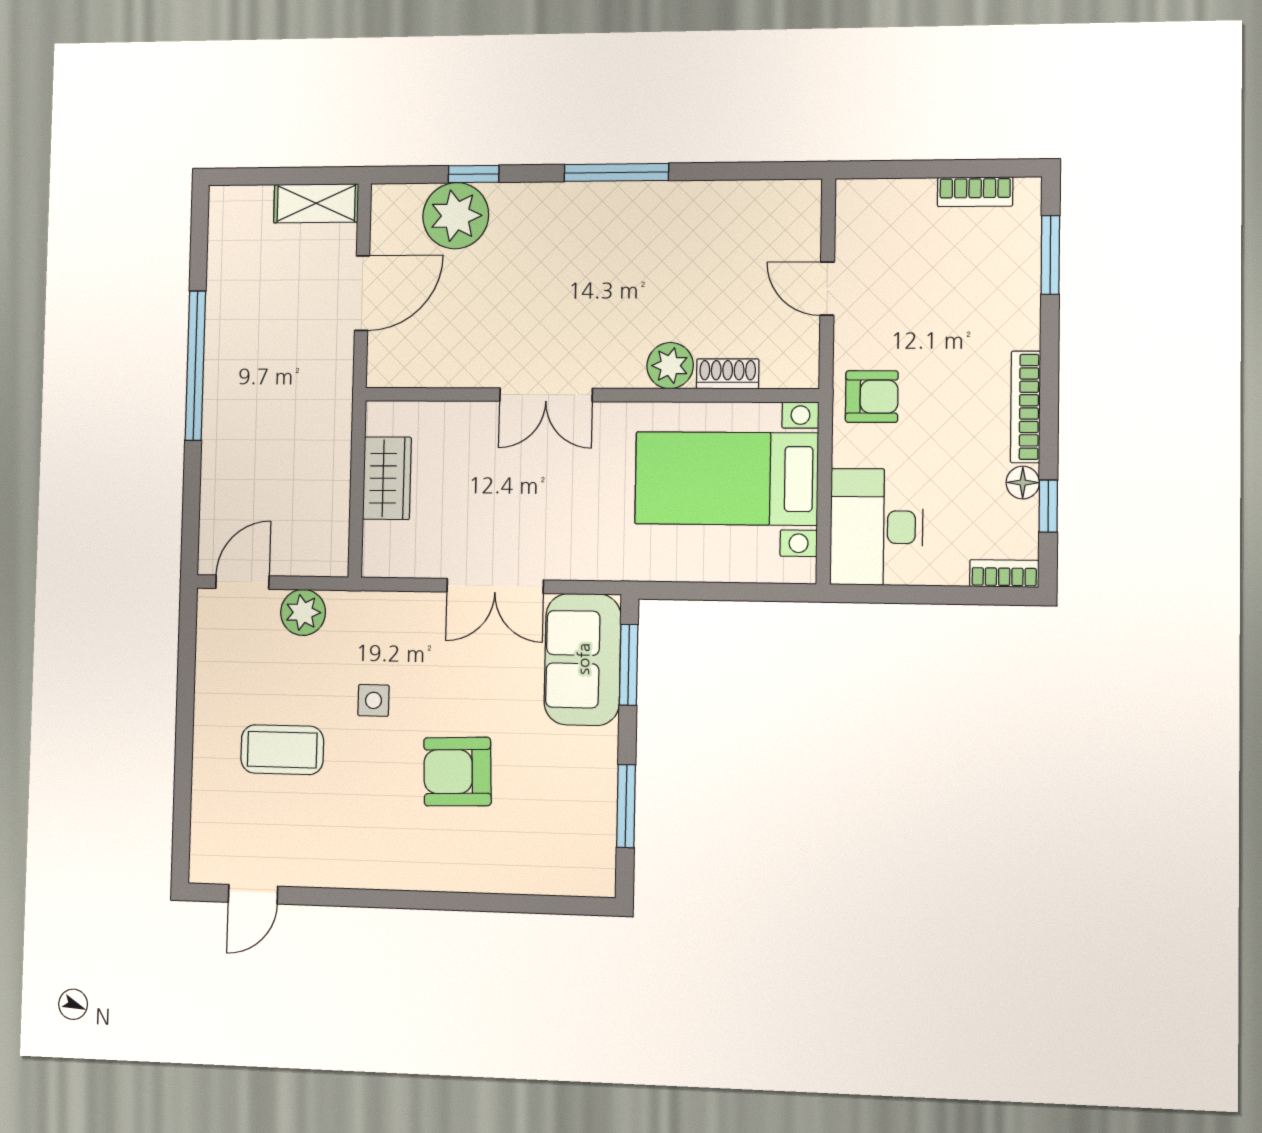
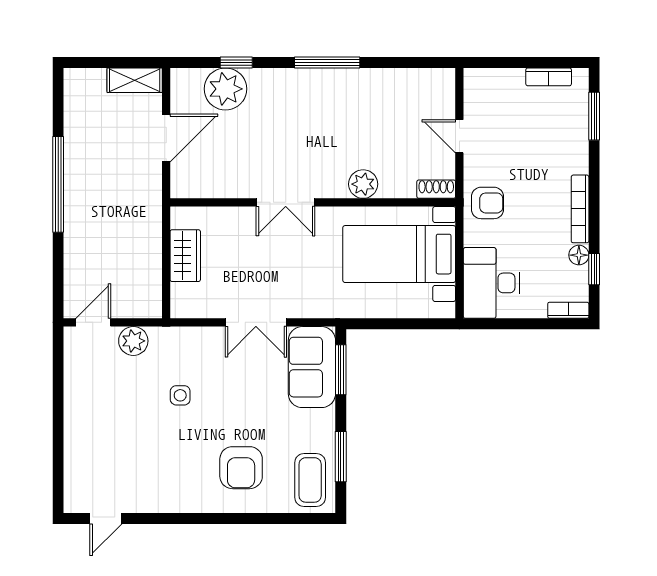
shoe rack: (728, 374) -> (436, 189), moved
coffee table: (282, 750) -> (310, 480), moved, turned 90
armchair: (457, 772) -> (241, 468), moved, turned -88

